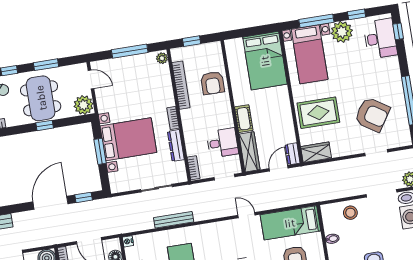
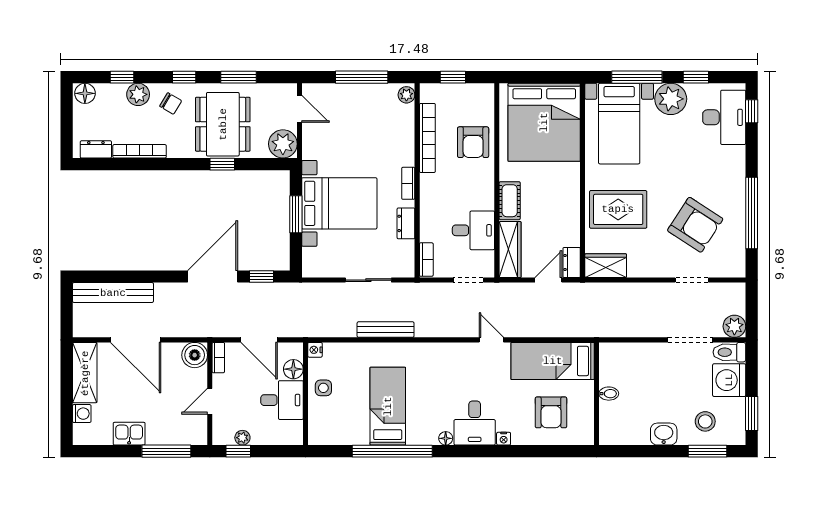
bed: (265, 61) -> (544, 122), width x1.36
dresser: (176, 145) -> (406, 223), width x0.70
stool: (350, 213) -> (705, 421), moved

